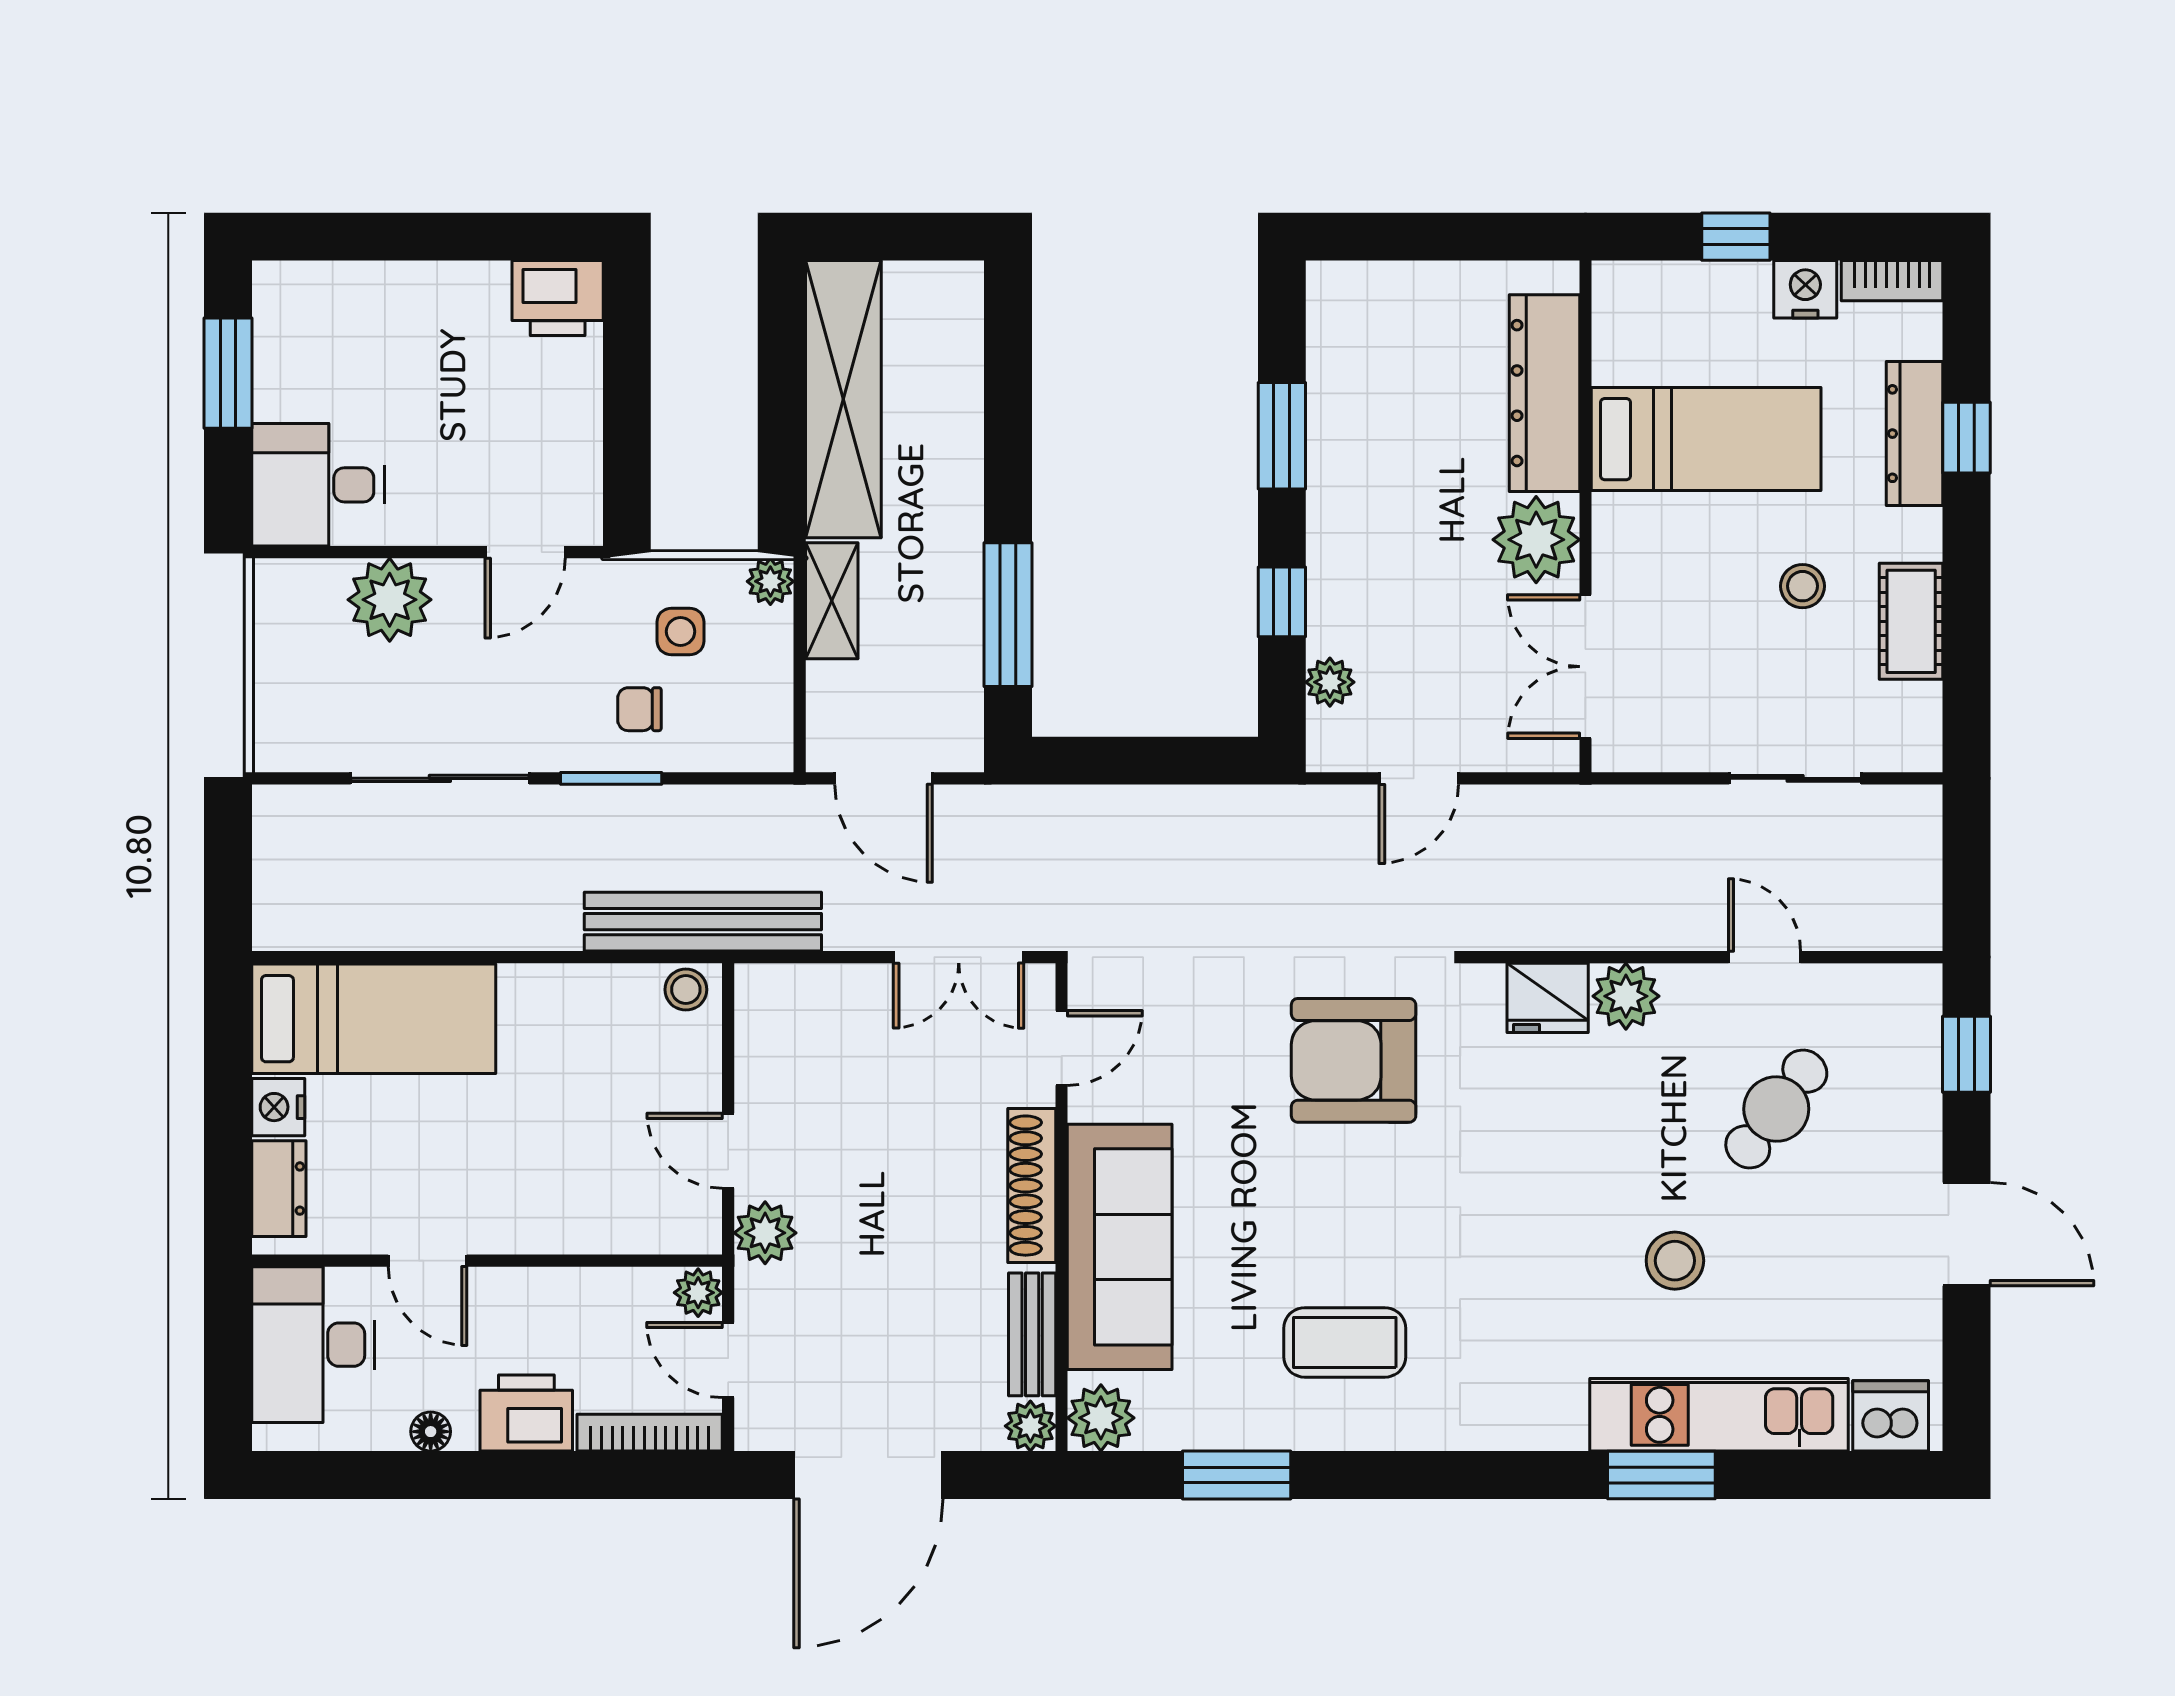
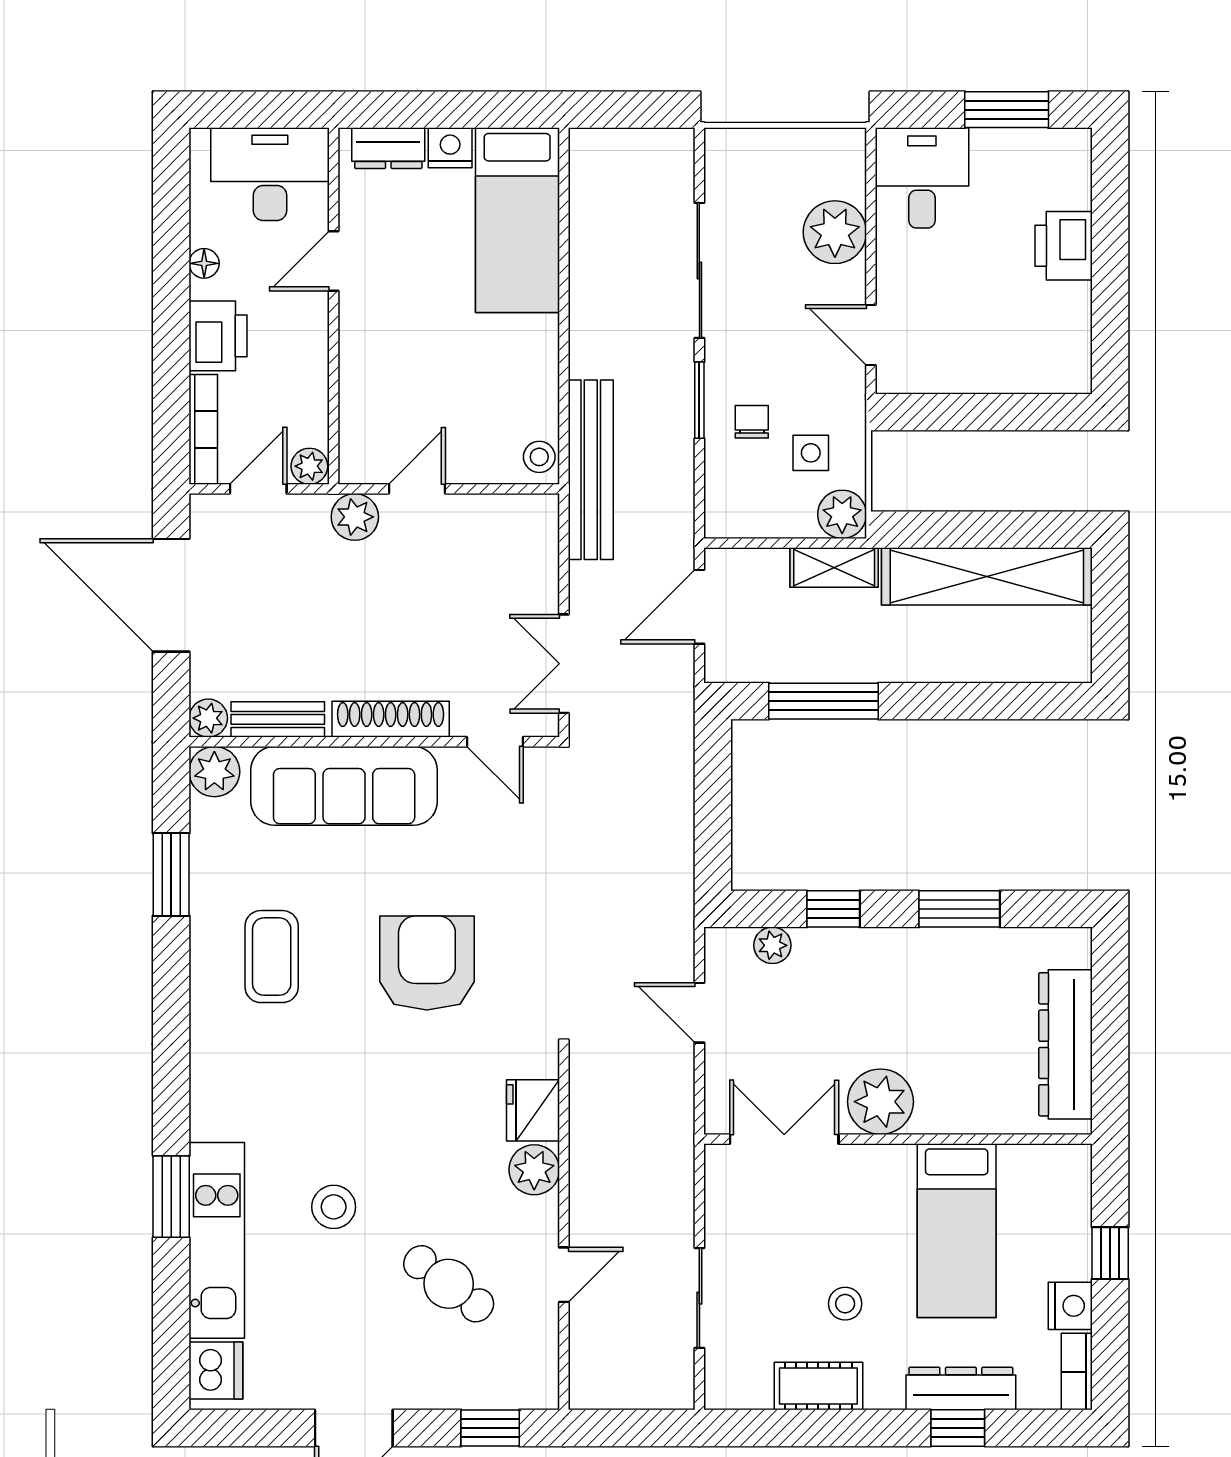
printer: (558, 298) -> (1064, 246), moved
dresser: (1544, 393) -> (1065, 1044), moved, turned -90
plant: (770, 581) -> (842, 514), width x1.38, depth x1.38
armchair: (1354, 1060) -> (427, 963), moved

